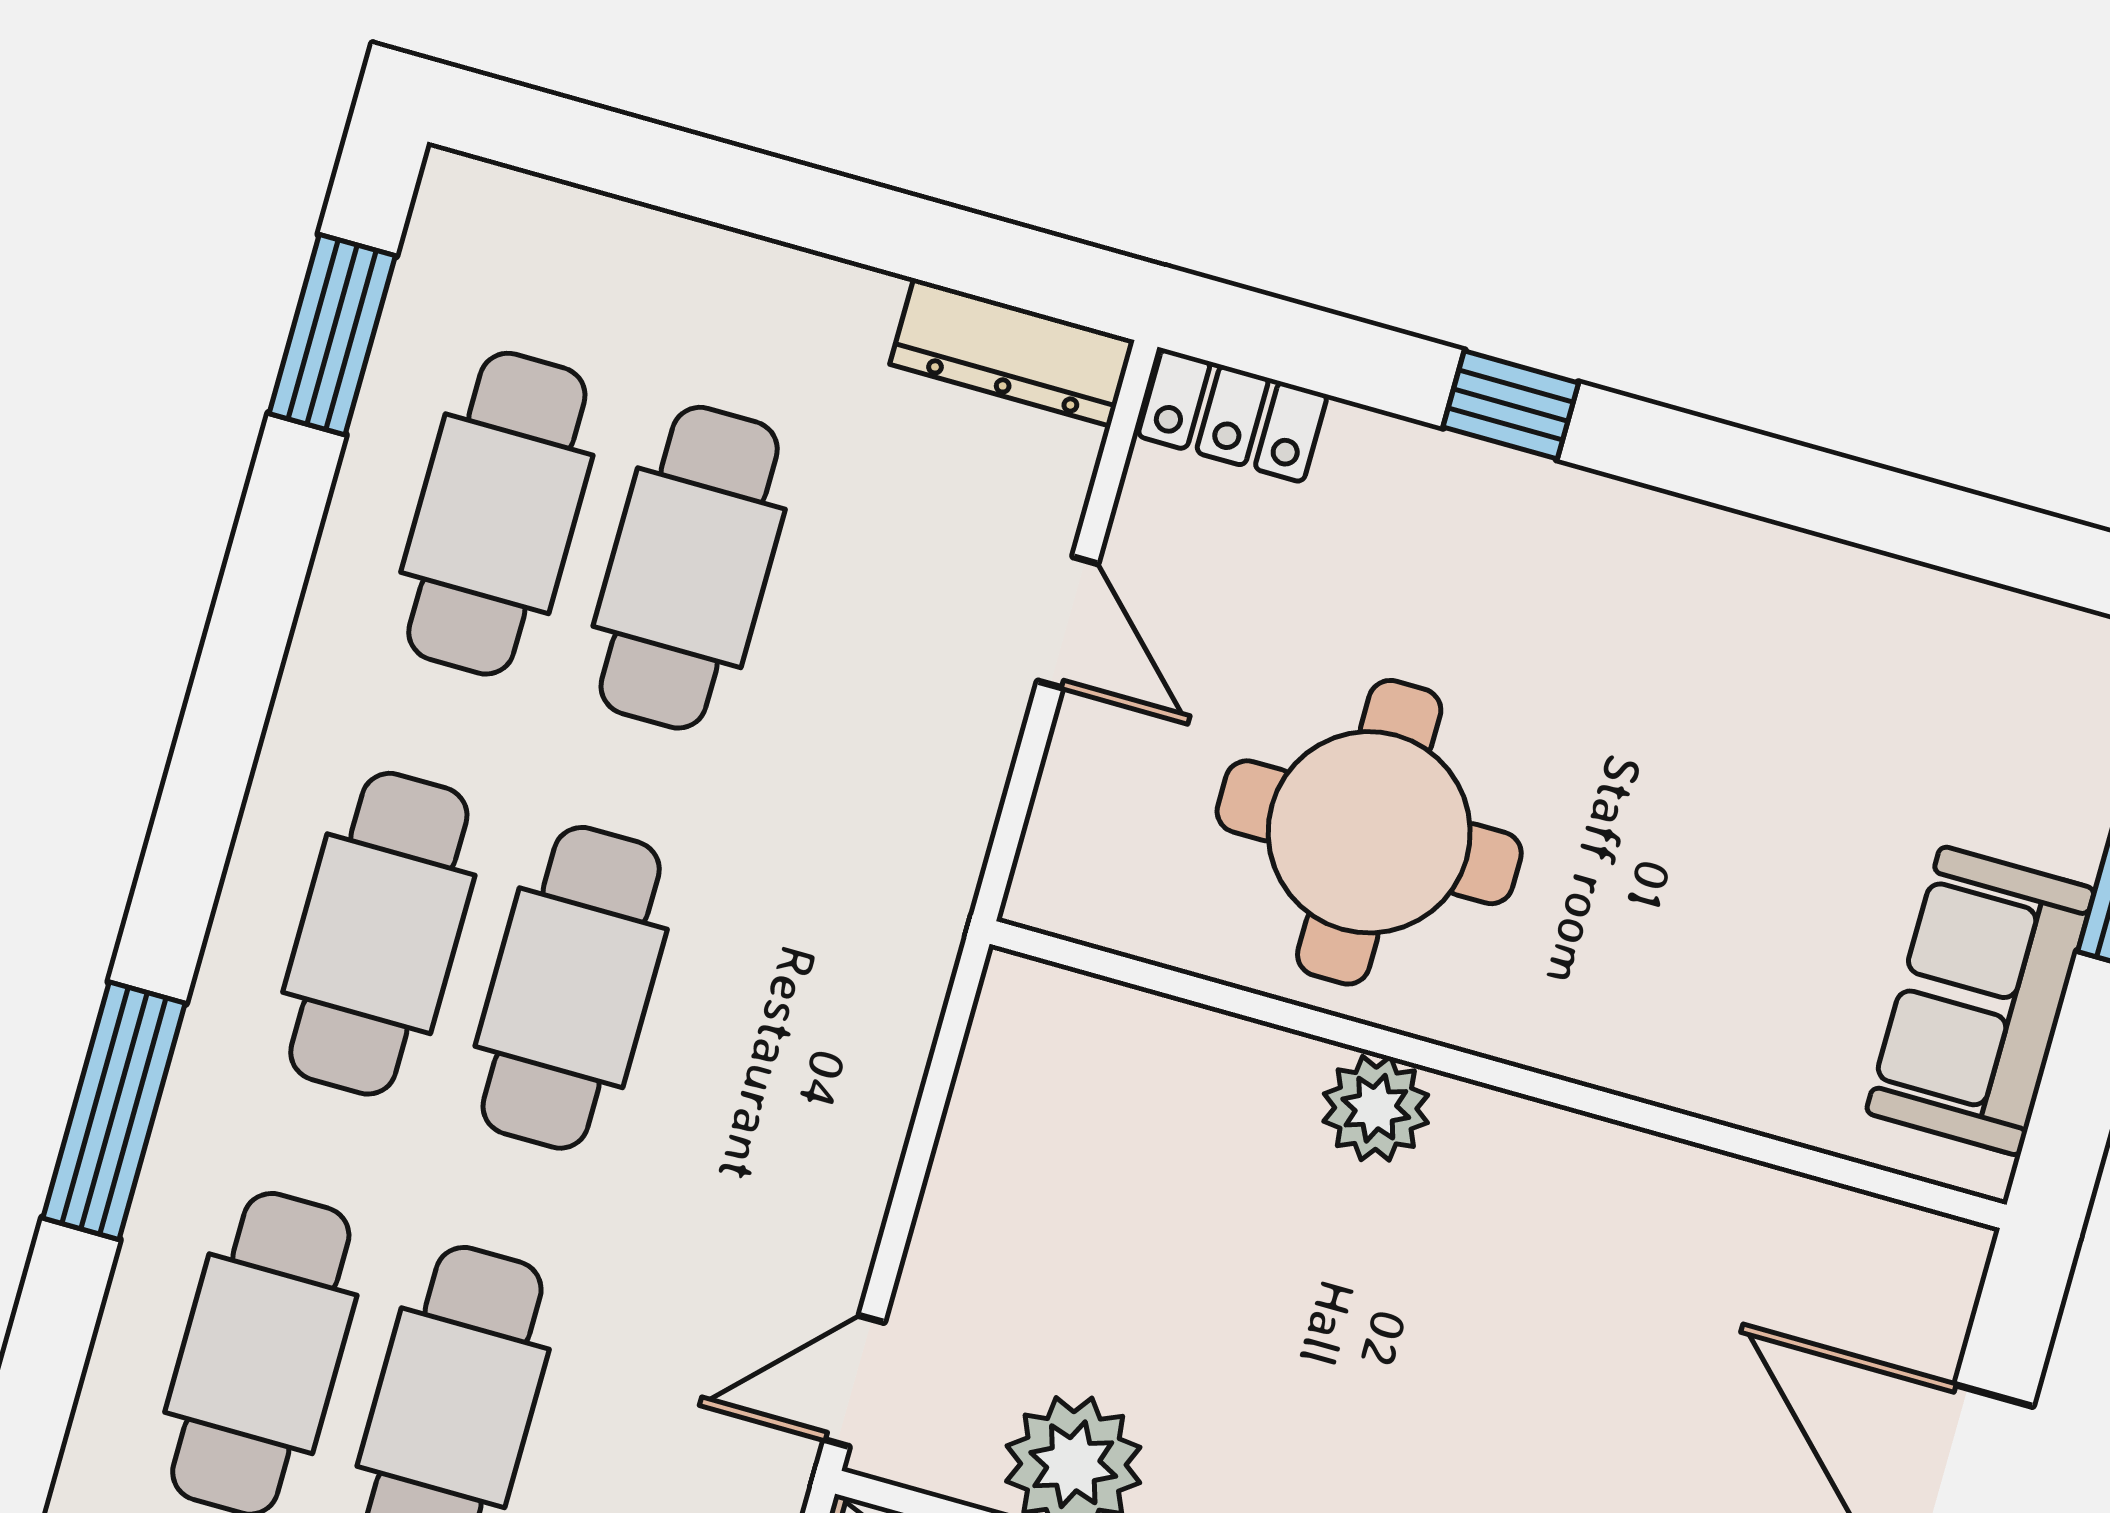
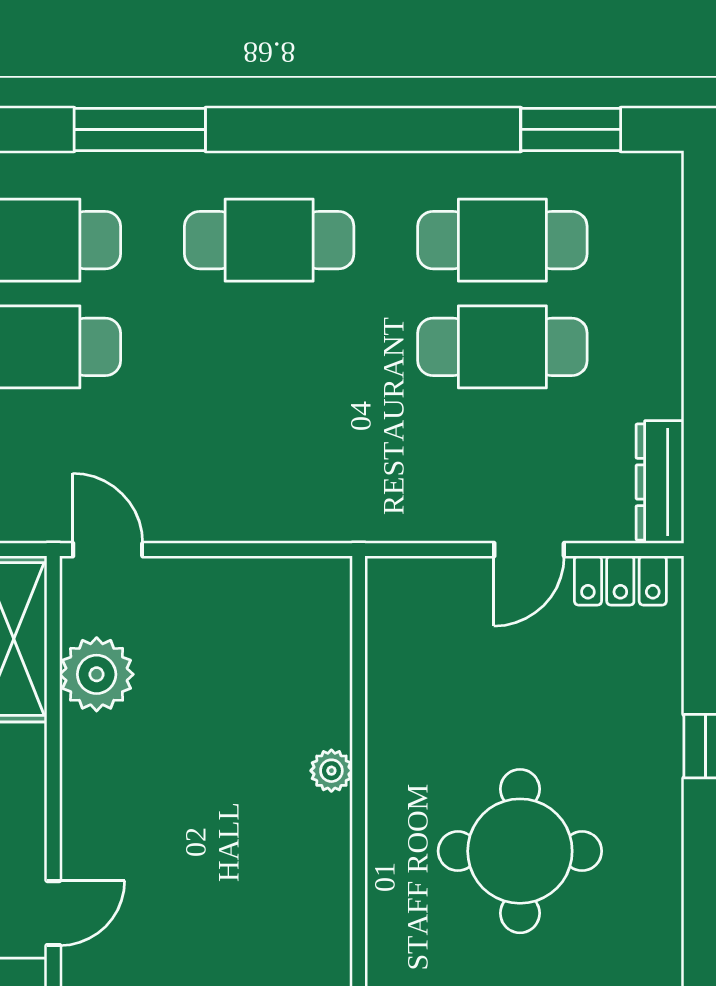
locker: (1233, 415) -> (620, 580), moved, turned -90
round table: (1369, 832) -> (520, 851), moved
cafe table: (571, 988) -> (269, 347), removed
plant: (1376, 1108) -> (331, 771), width x0.73, depth x0.73

